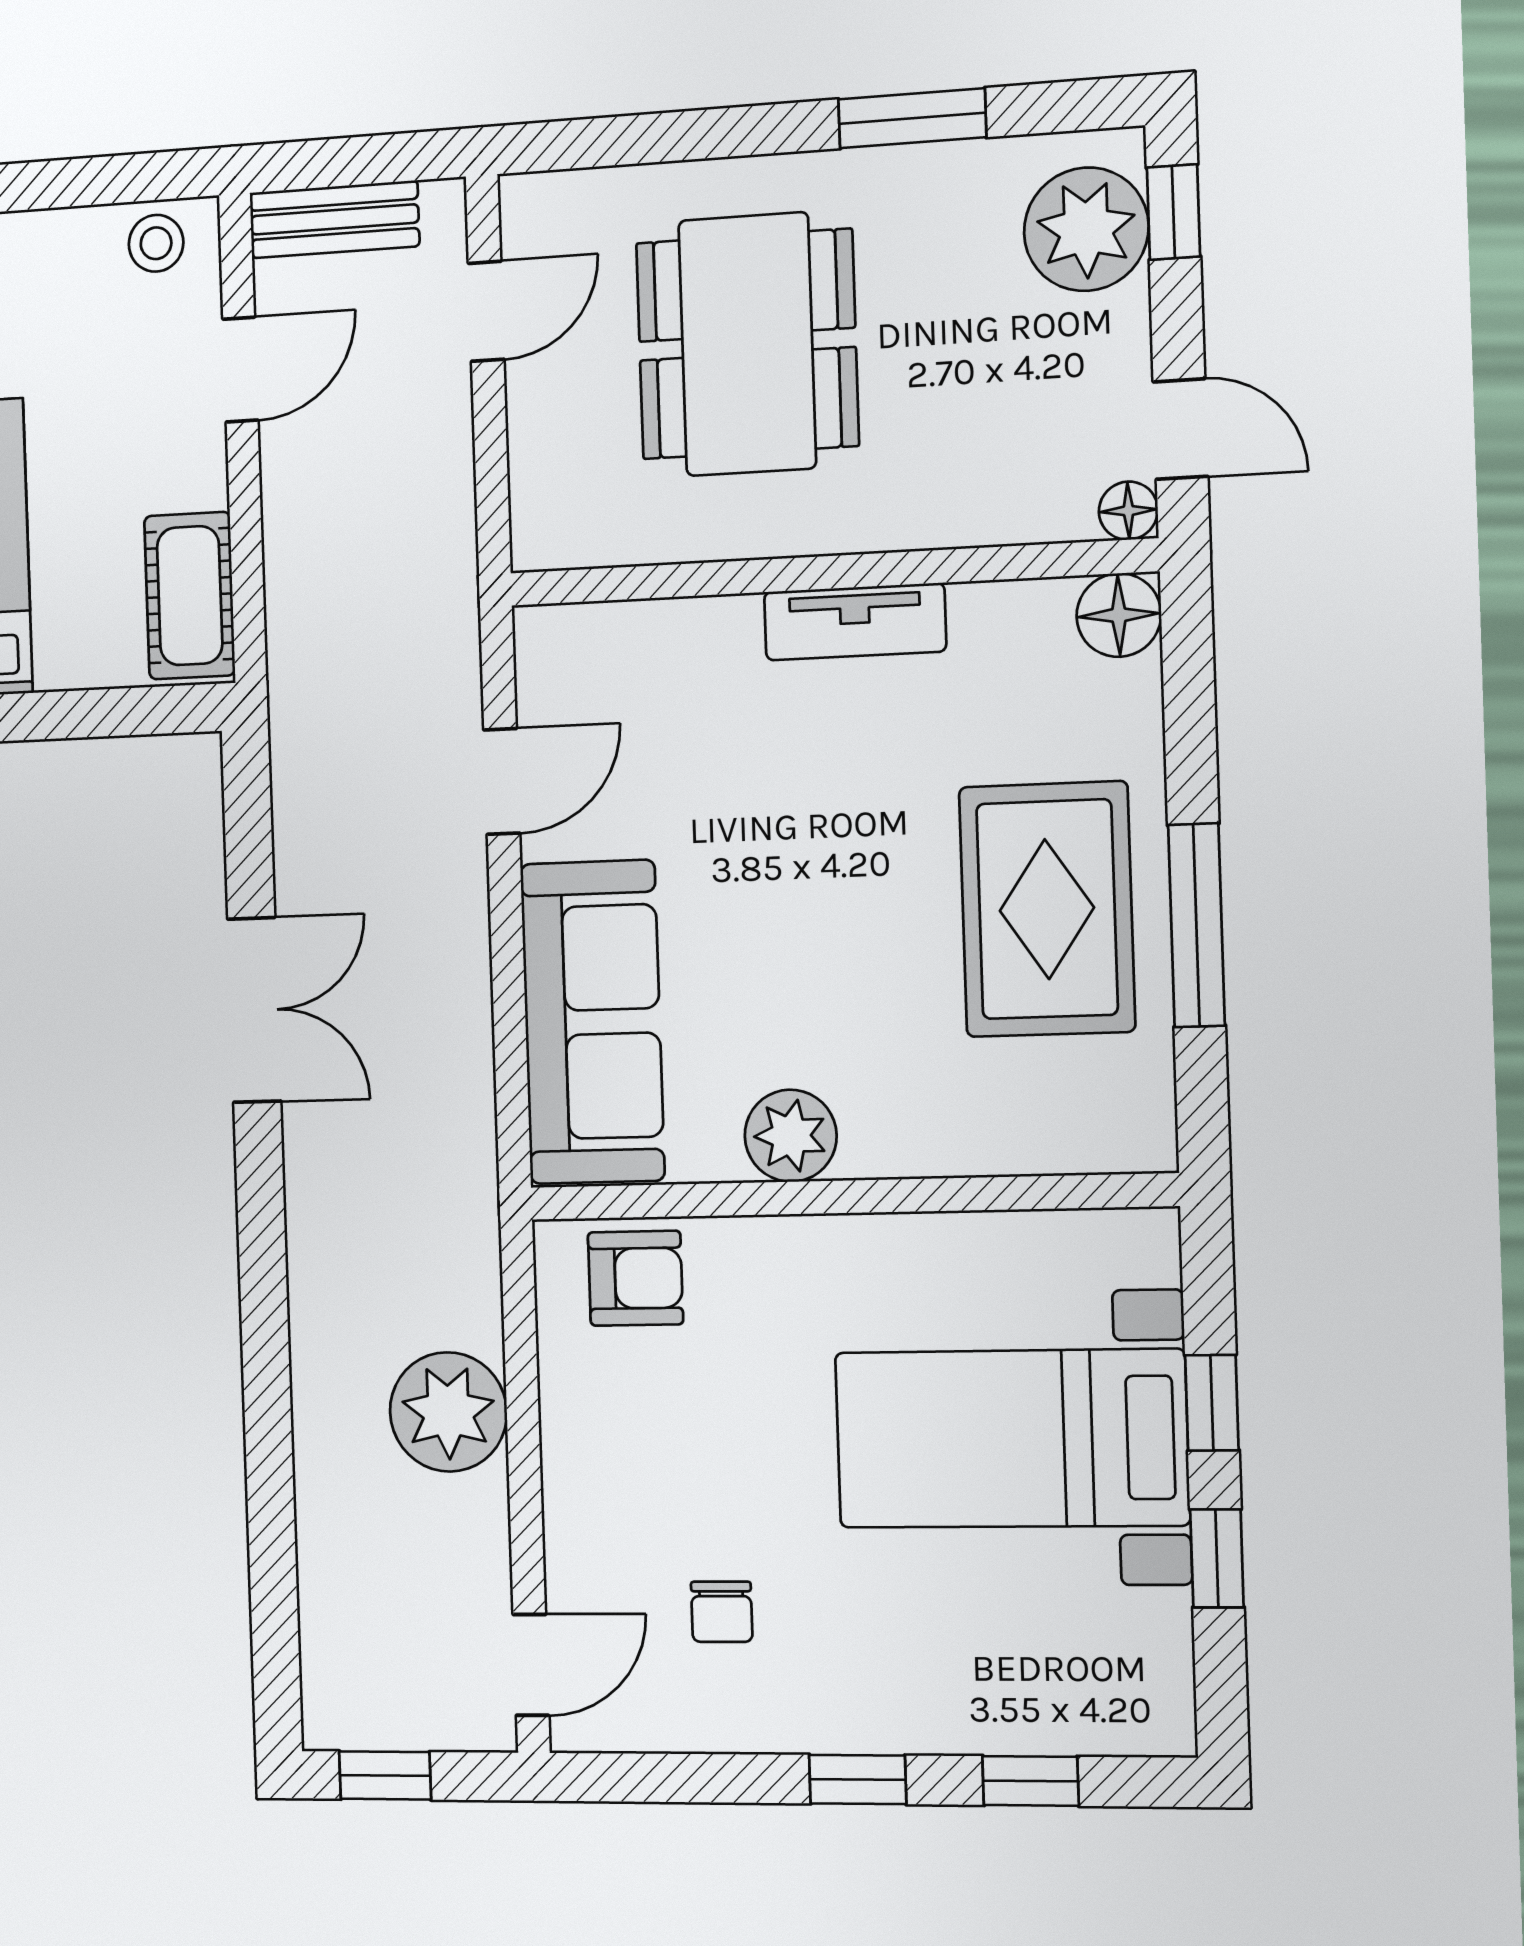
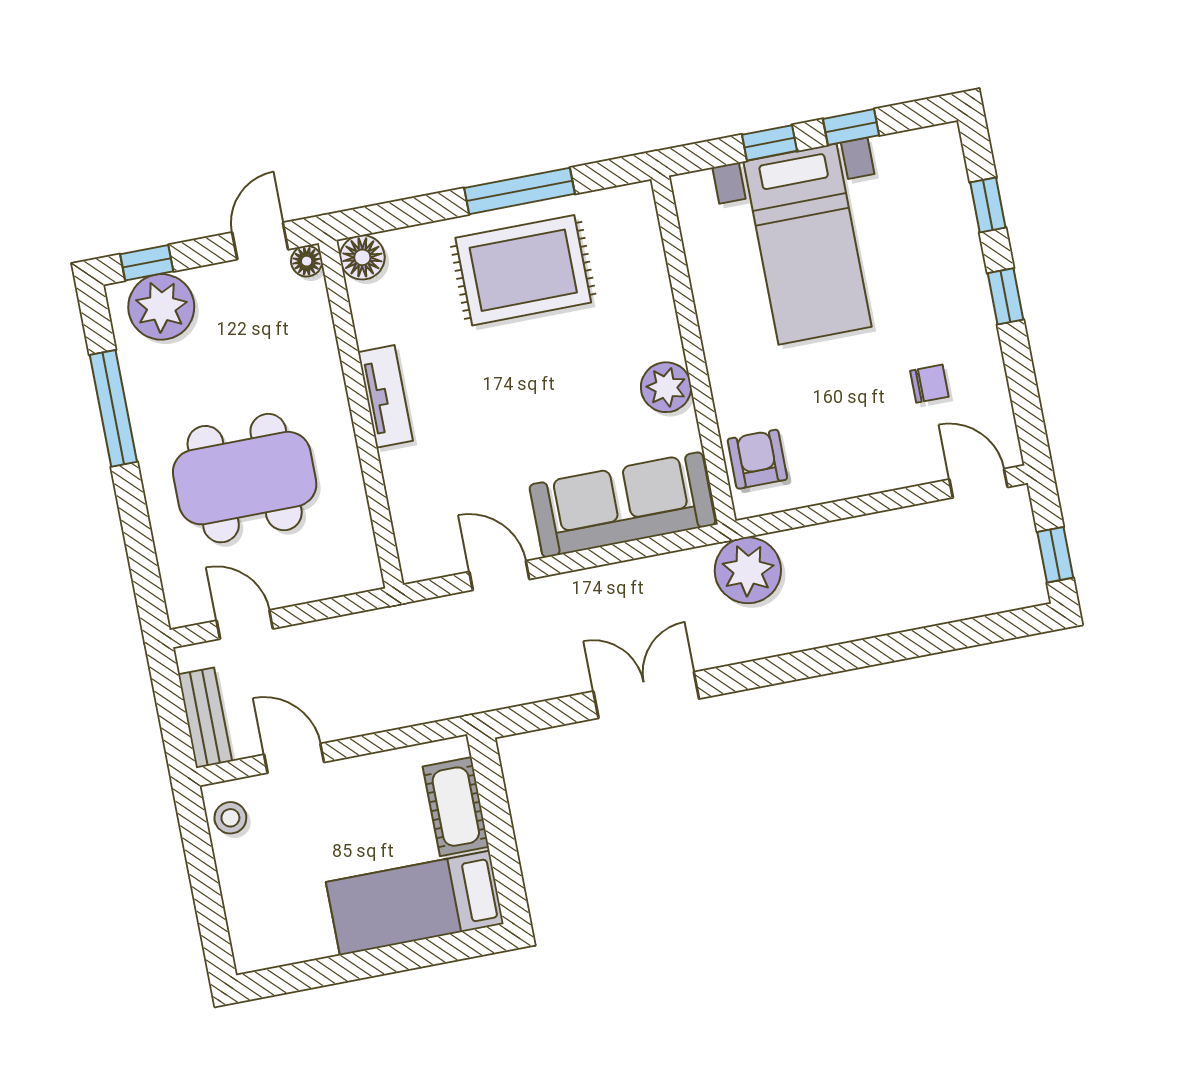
window: (912, 118) -> (113, 408), width x1.44
cot: (190, 596) -> (456, 807), moved, turned 90
plant: (448, 1412) -> (748, 570), moved

